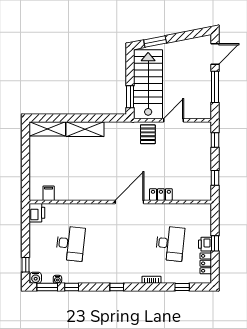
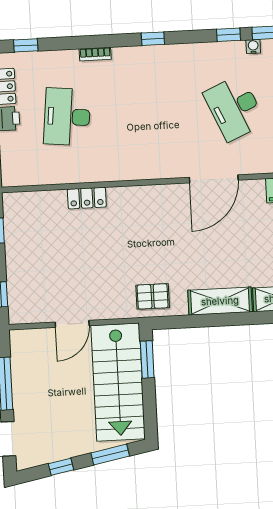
window: (185, 36) -> (61, 467), added
pallet: (148, 134) -> (153, 296), moved, turned 90
door: (129, 202) -> (214, 179), moved
desk: (70, 243) -> (234, 108), turned -30
window: (182, 287) -> (26, 45), moved

